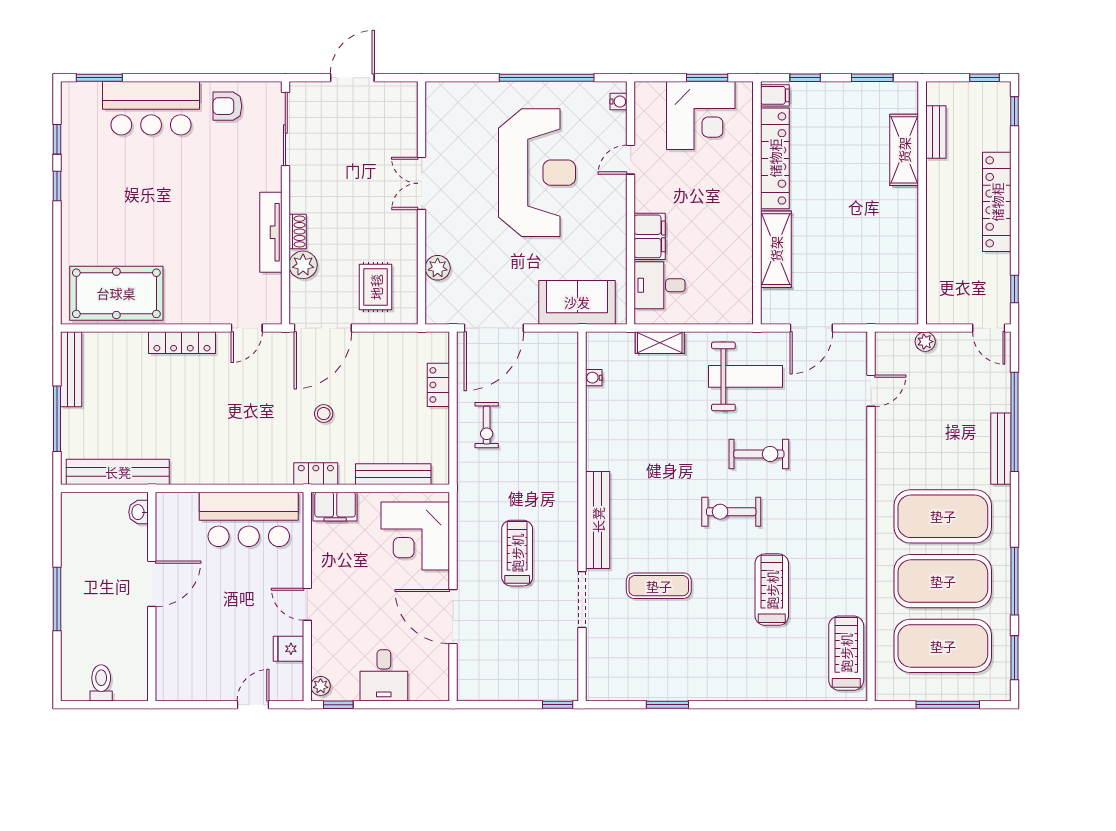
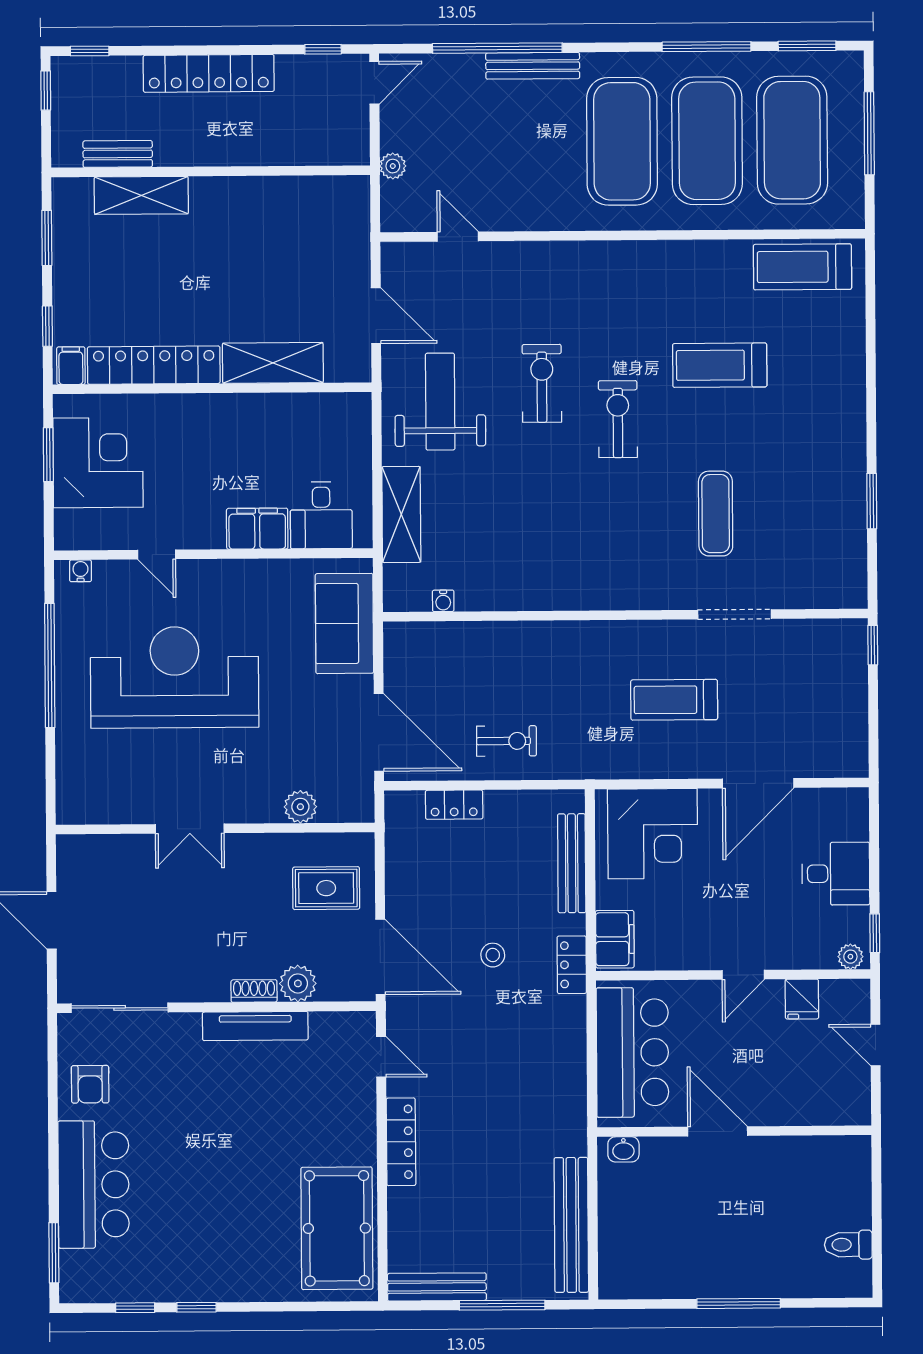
shelving: (660, 343) -> (401, 514), width x1.50, depth x1.33
washbasin: (138, 512) -> (623, 1149), moved
exercise bike: (731, 512) -> (618, 419), turned 180
bench: (598, 520) -> (630, 594), removed
door: (152, 584) -> (718, 1131), moved
wall: (152, 597) -> (734, 1131), moved

